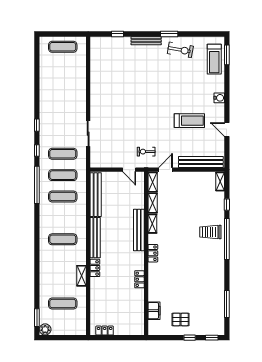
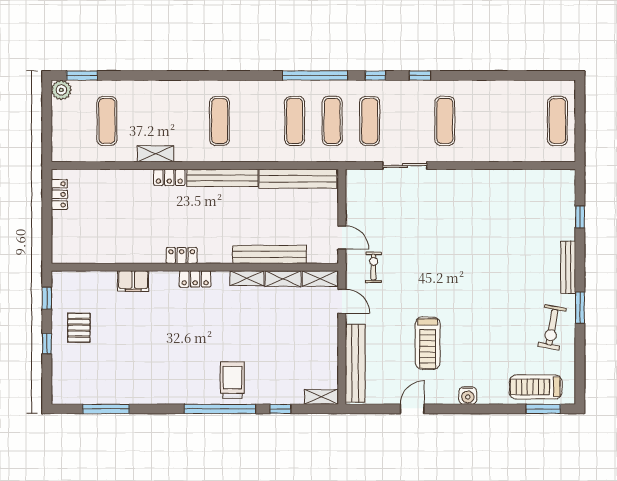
exercise mat: (63, 111) -> (445, 121), added
door: (129, 170) -> (342, 237), swing flipped
bench: (139, 230) -> (270, 254), moved
locker: (139, 279) -> (182, 255), moved
filing cabinet: (154, 311) -> (133, 281), moved
window: (212, 338) -> (47, 298), moved

